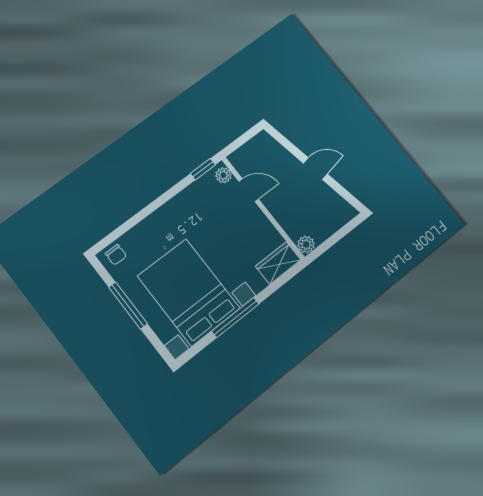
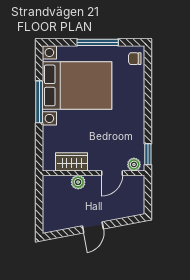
plant: (306, 244) -> (78, 182), moved
wardrobe: (278, 263) -> (72, 162), moved, turned -90

